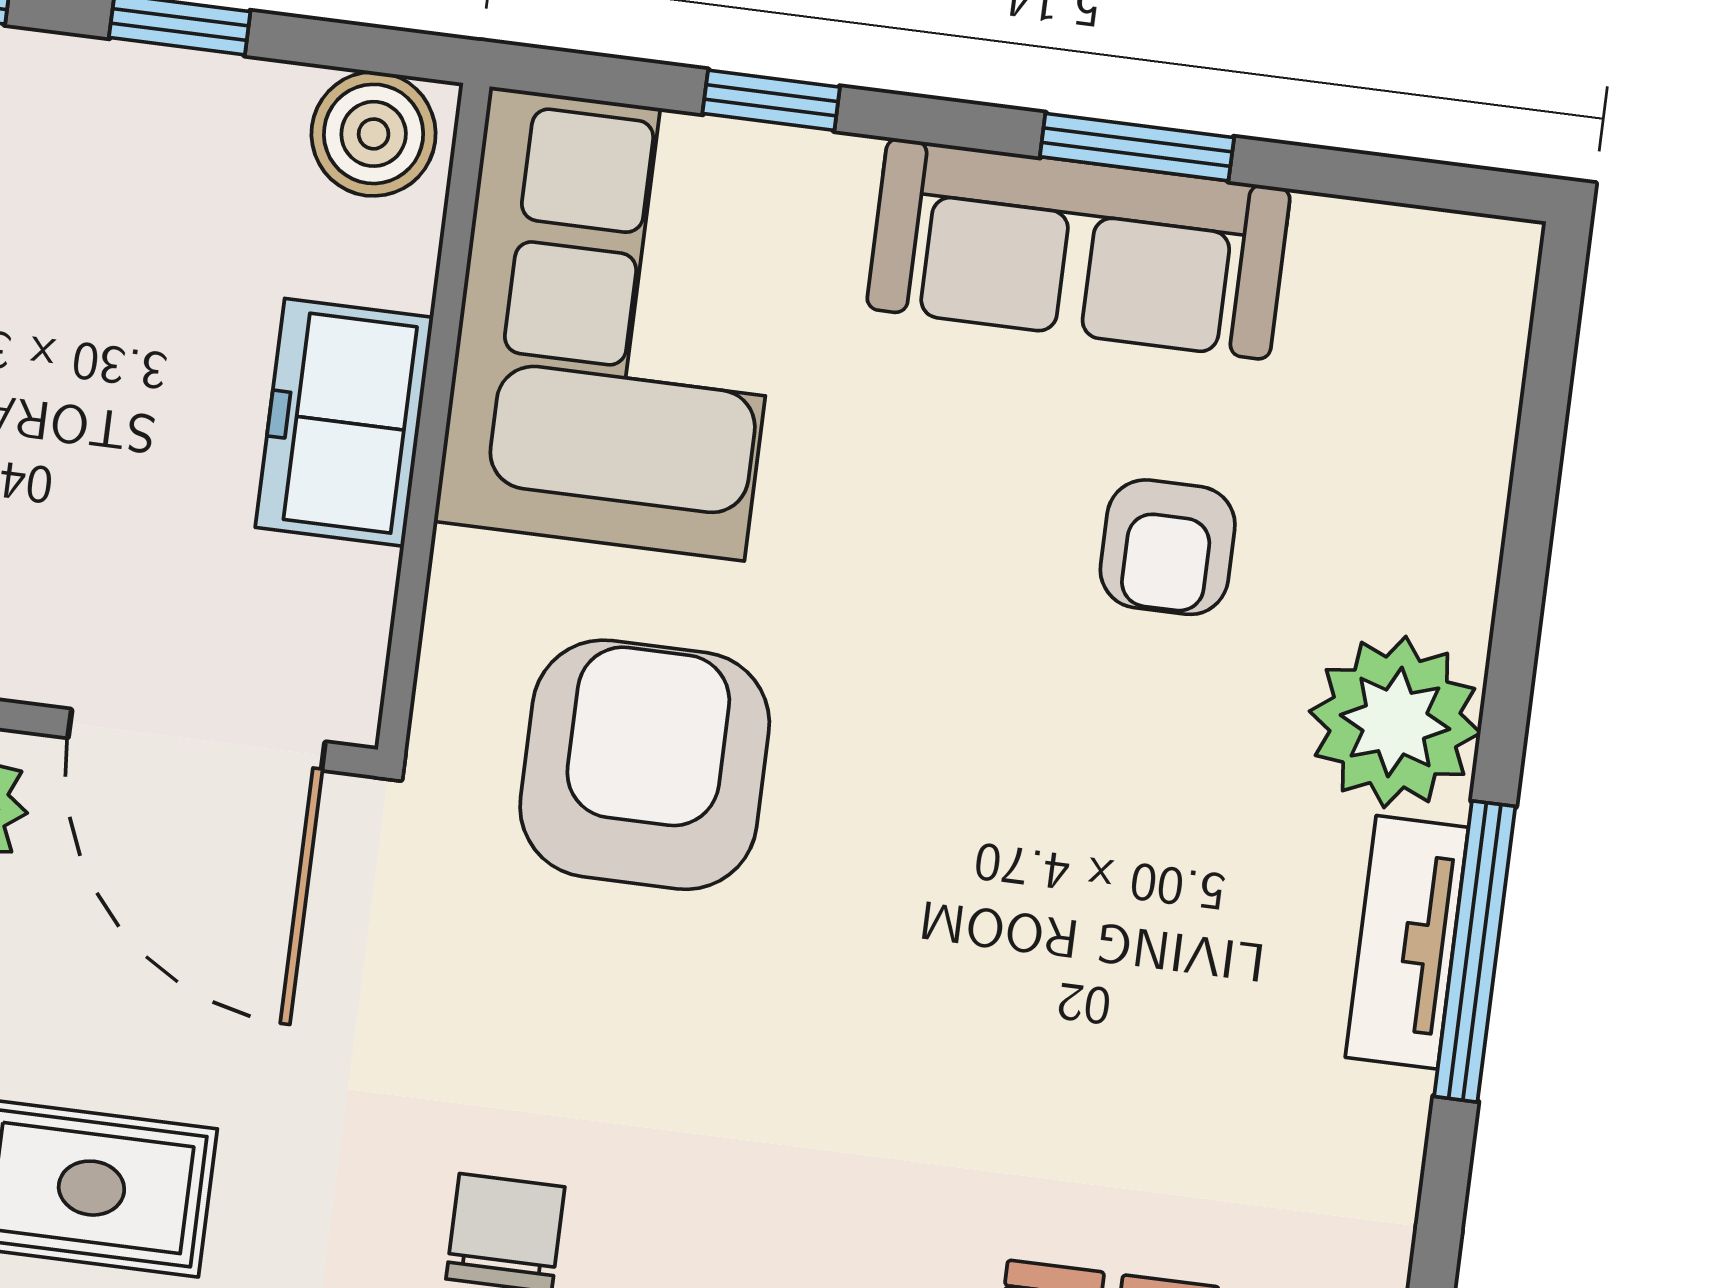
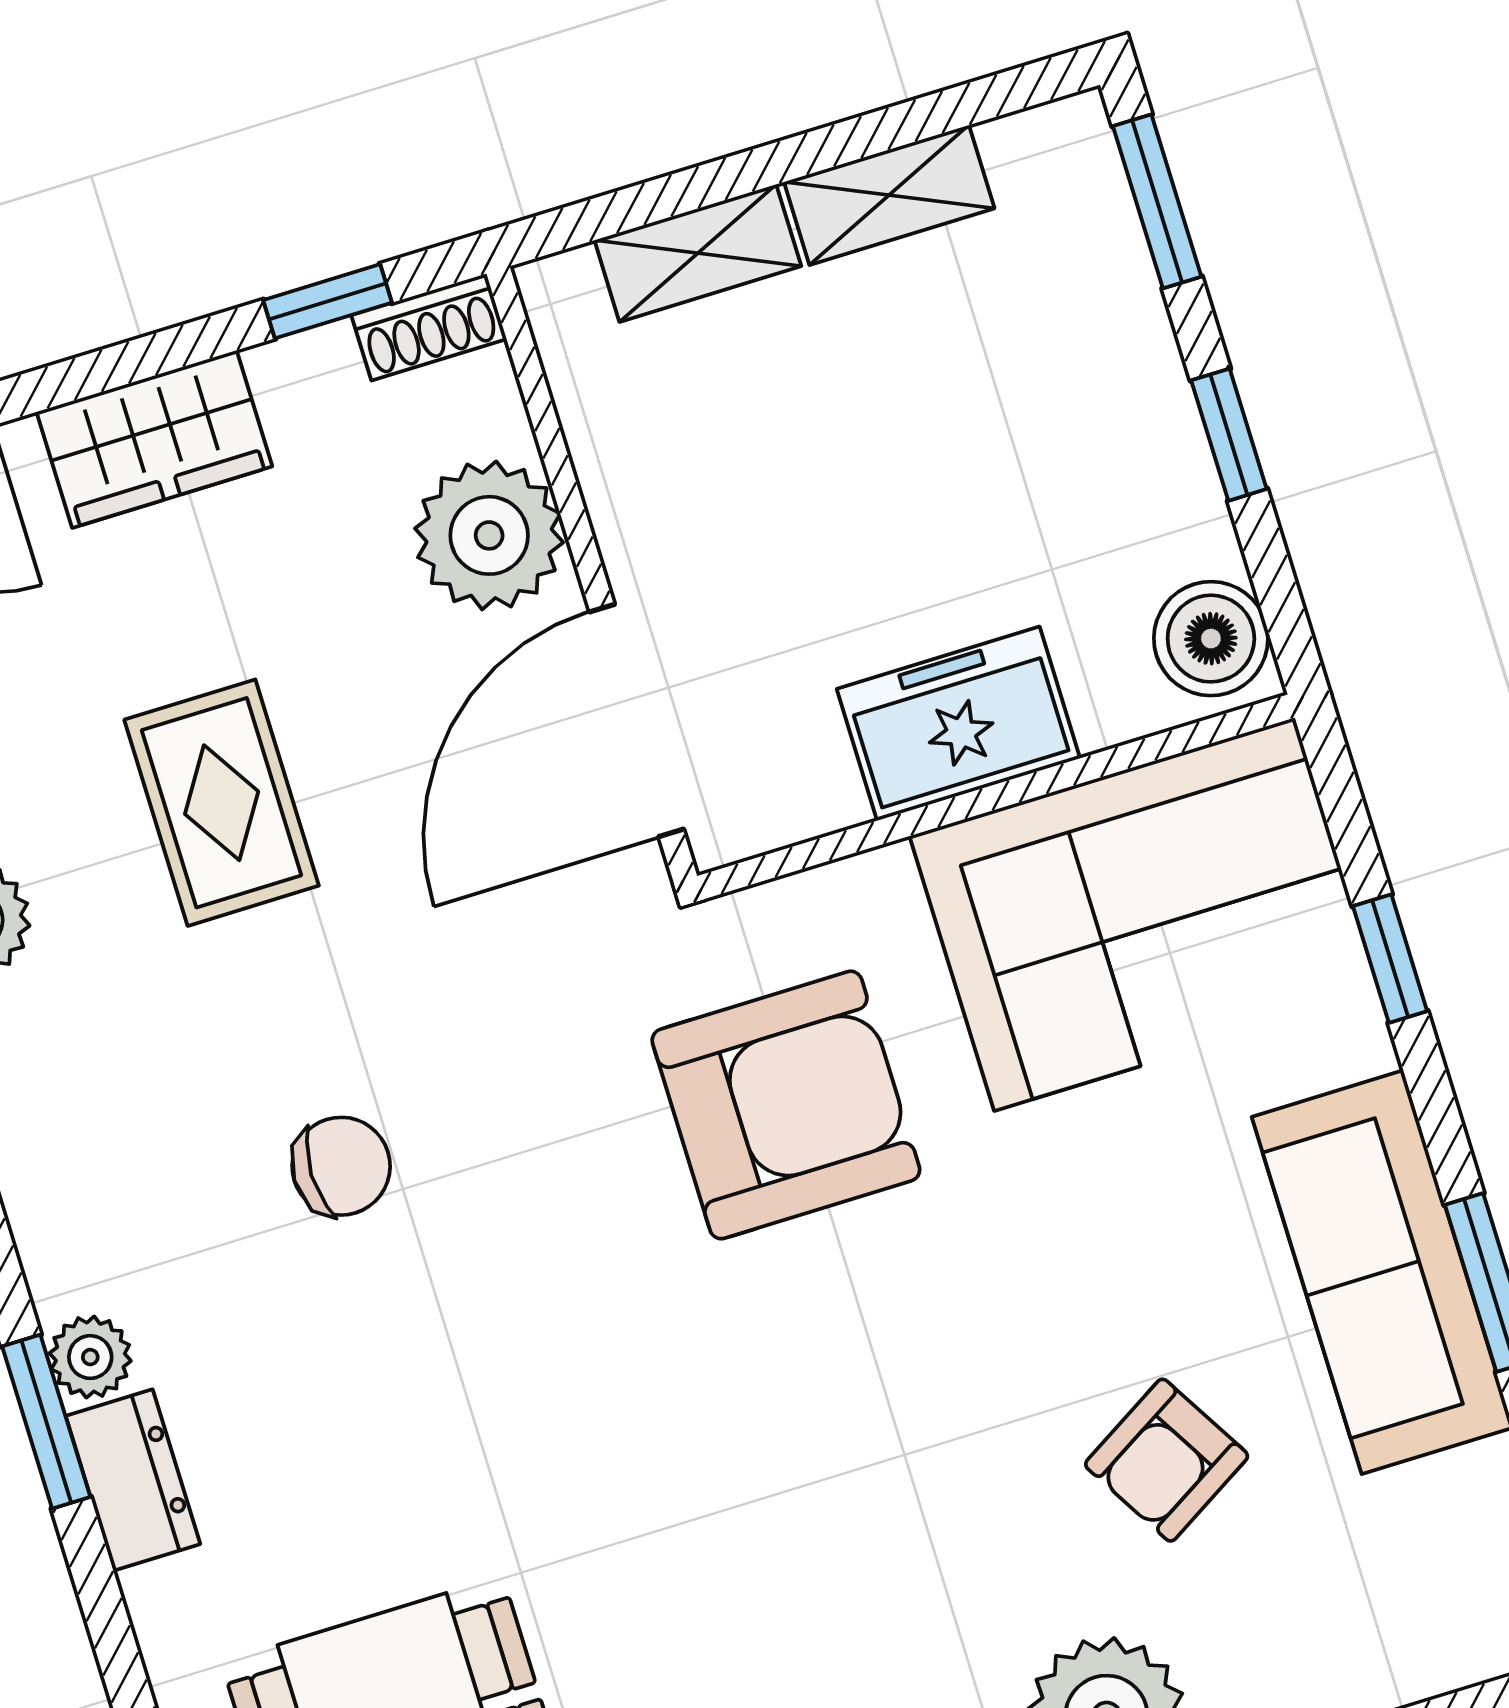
armchair: (1168, 547) -> (1167, 1460), turned -31

